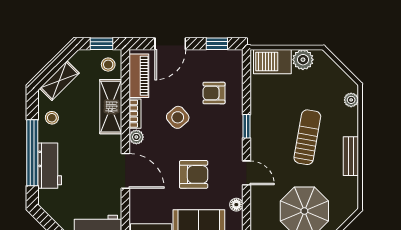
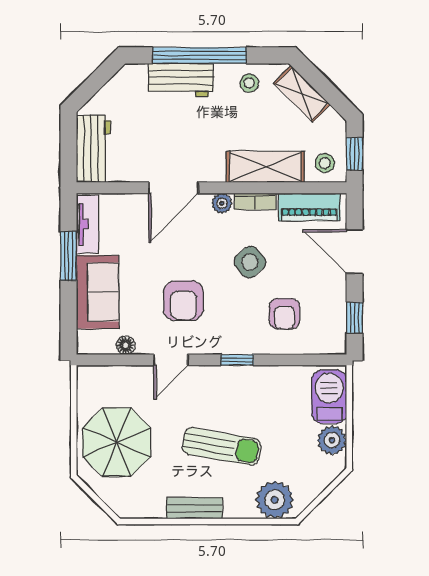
armchair: (214, 93) -> (284, 314), turned 180
plant: (351, 100) -> (275, 500), width x1.88, depth x1.88
armchair: (194, 174) -> (183, 301), moved

